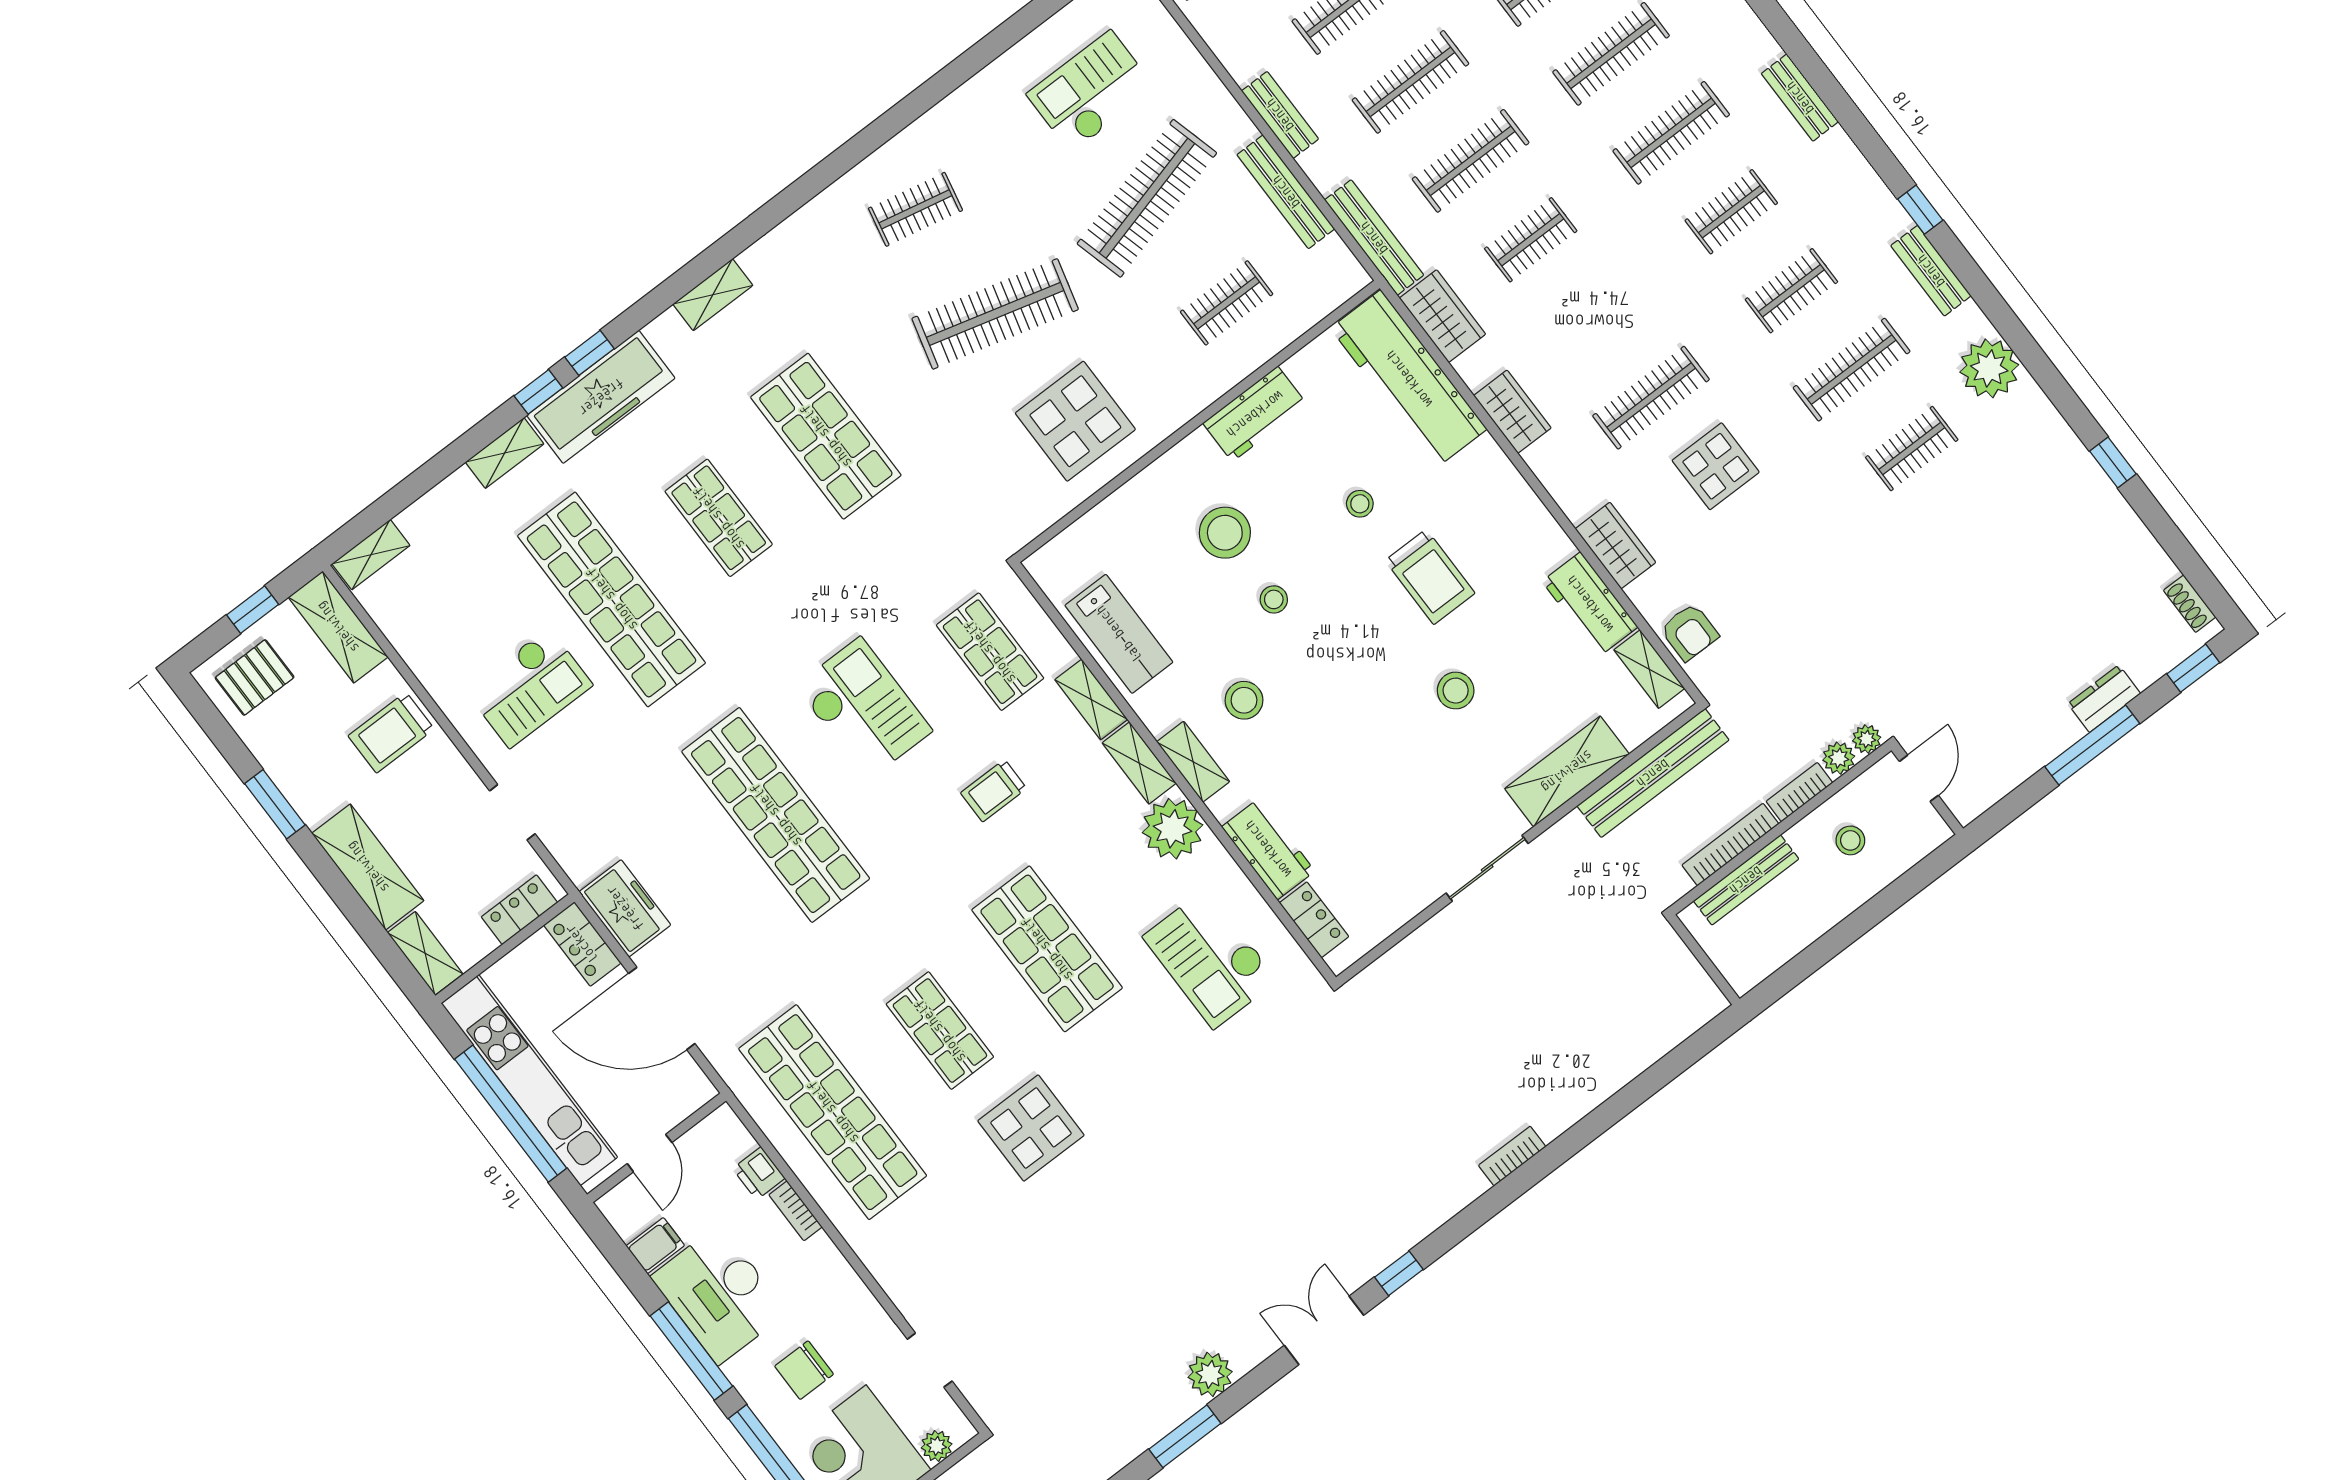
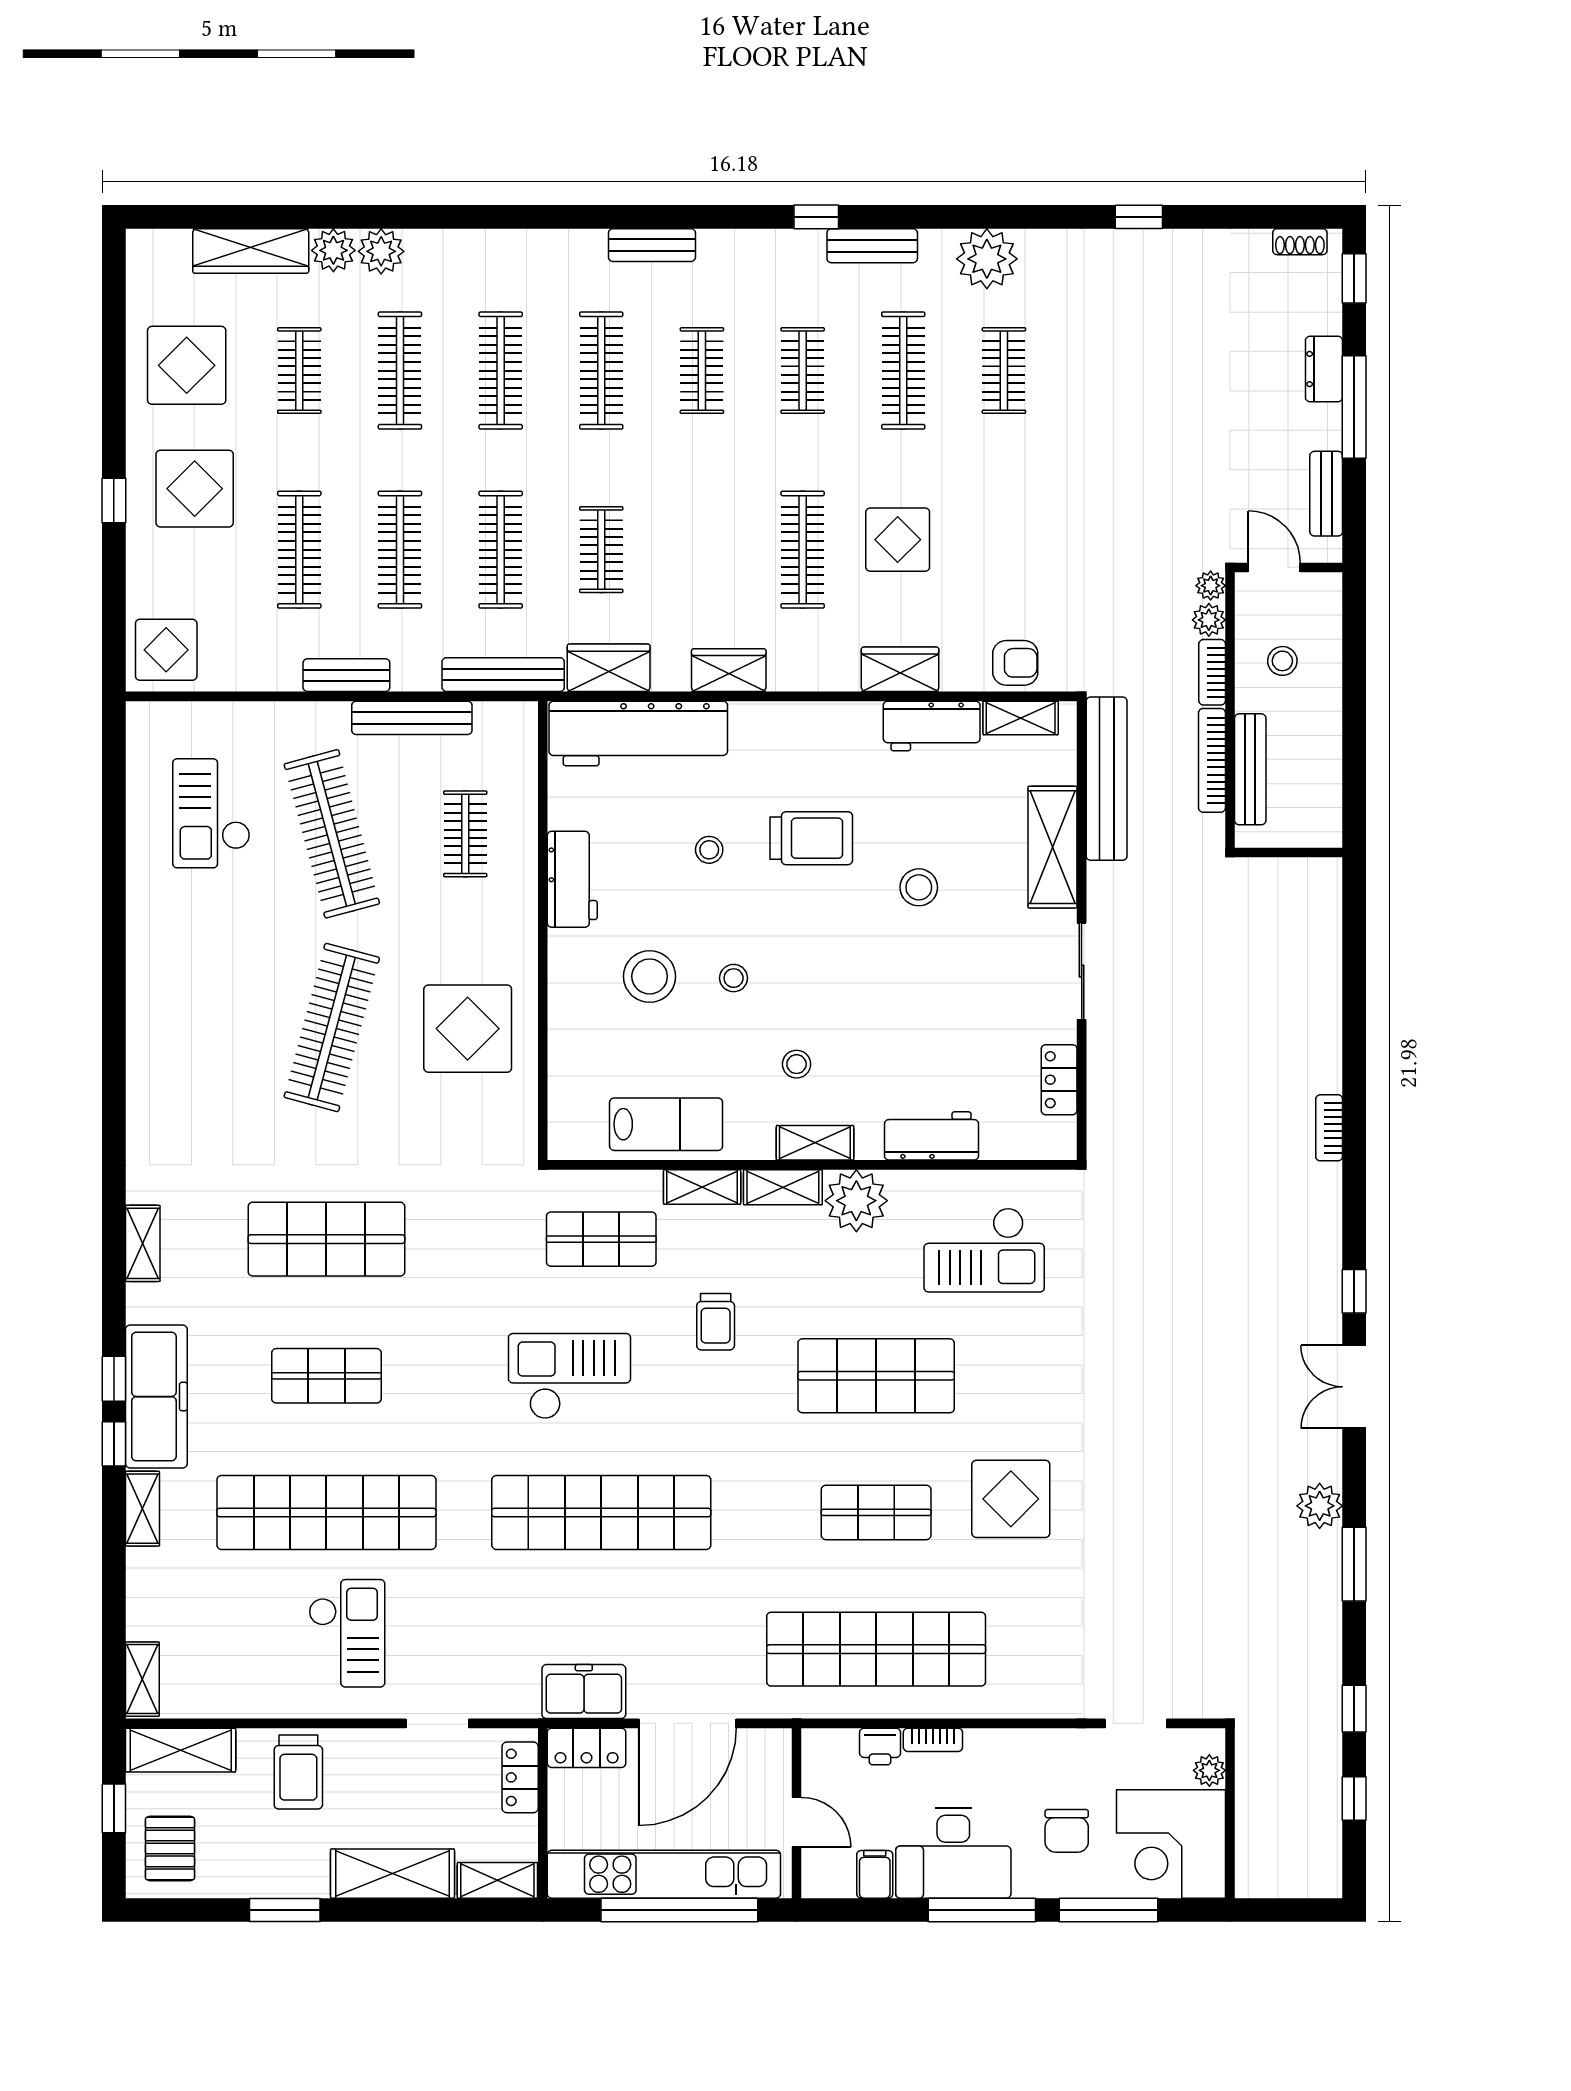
clothes rail: (915, 209) -> (198, 1027), removed
stool: (1244, 700) -> (797, 1064), width x0.73, depth x0.73
bench: (2008, 775) -> (1326, 494), added
locker: (1314, 920) -> (1059, 1080), moved, turned -90

